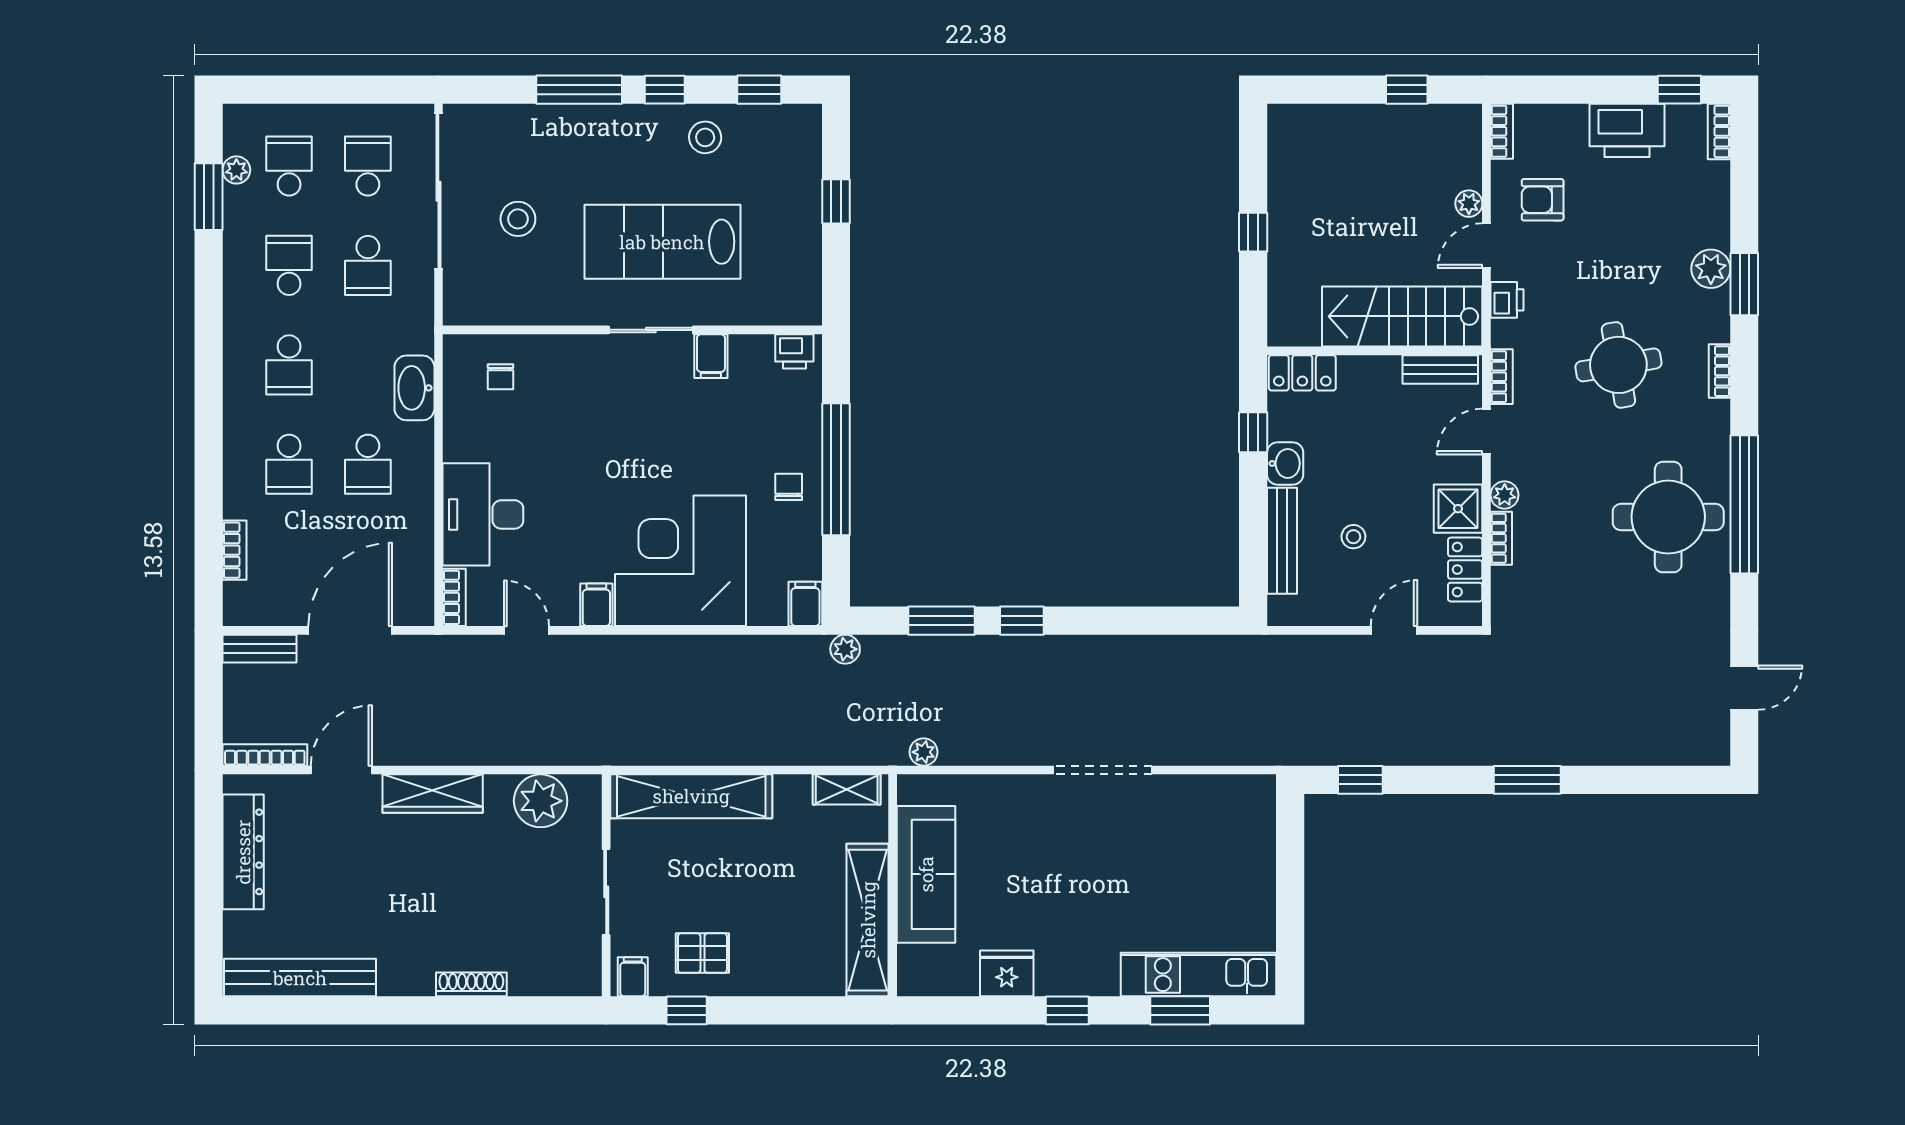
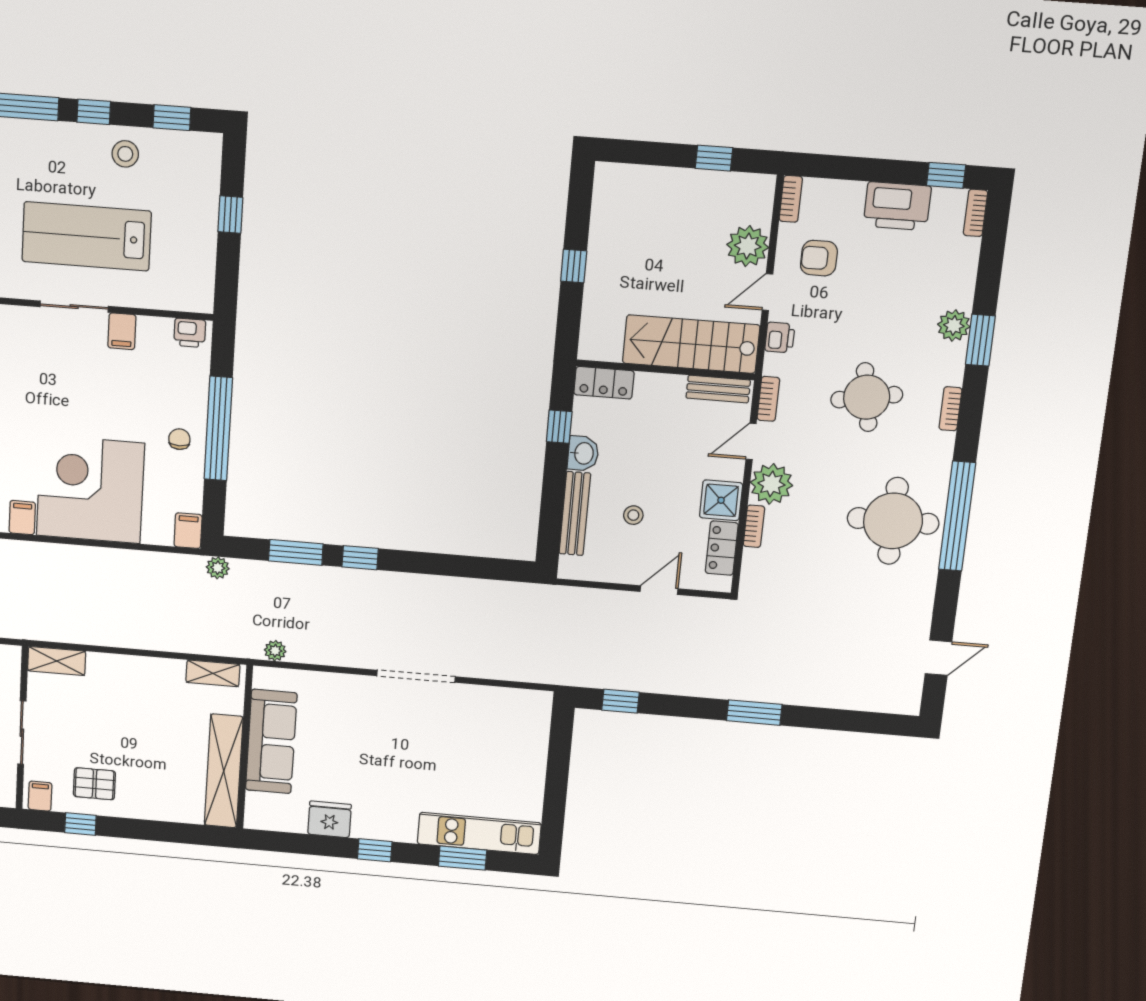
plant: (1469, 204) -> (748, 246), width x1.88, depth x1.88
plant: (1505, 495) -> (771, 484), width x1.88, depth x1.88
shelving: (691, 796) -> (57, 661), width x0.45, depth x0.75

